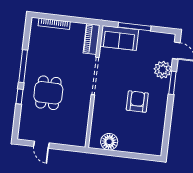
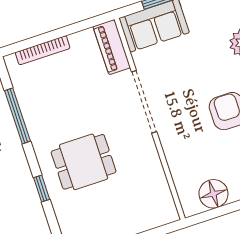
window: (23, 66) -> (17, 116), moved
dining table: (48, 93) -> (84, 162), turned 90

